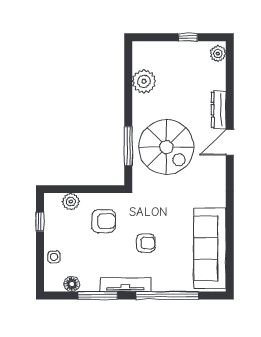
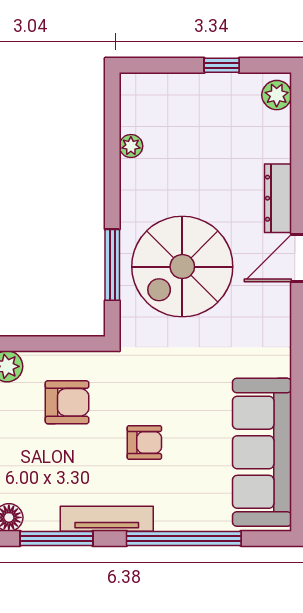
plant: (144, 81) -> (131, 146), width x0.53, depth x0.53
spiral stairs: (166, 147) -> (182, 267), turned 90

